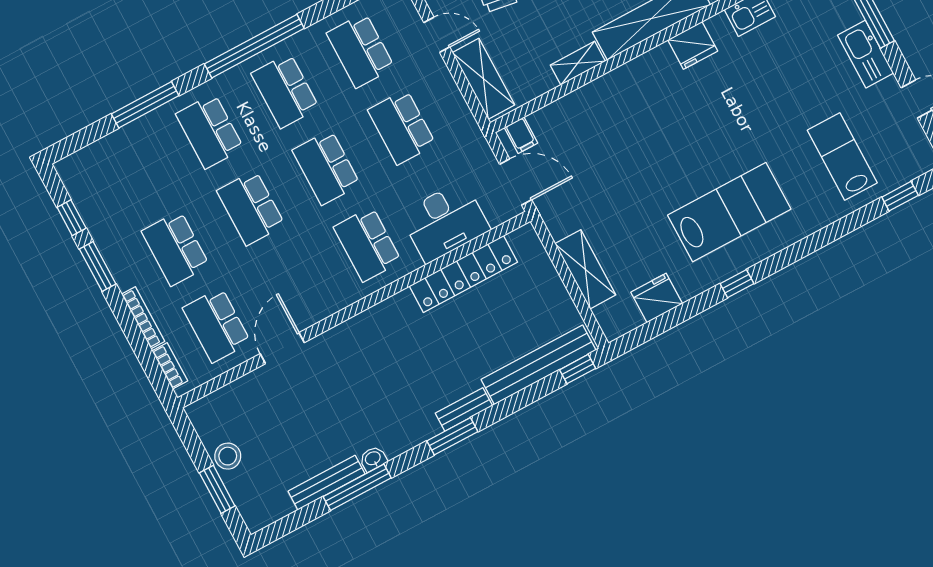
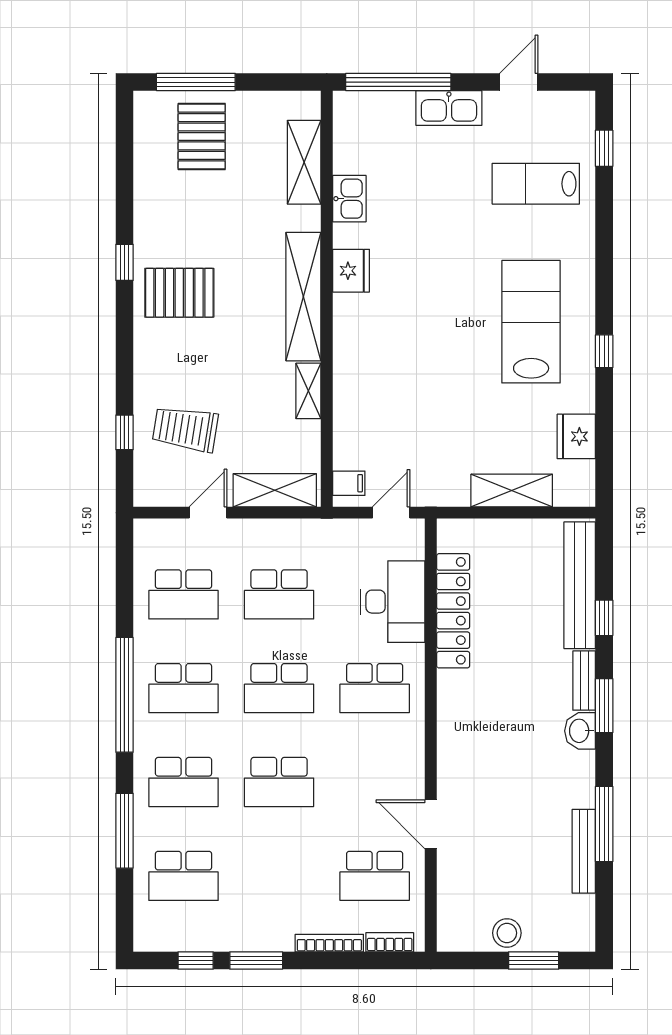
door: (516, 182) -> (391, 513), width x0.73
school desk: (175, 248) -> (184, 876), moved
window: (578, 369) -> (604, 618), moved
washbasin: (373, 459) -> (580, 731), moved, width x1.38, depth x1.45

